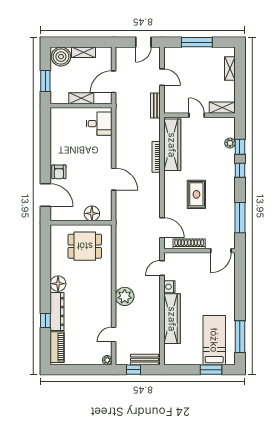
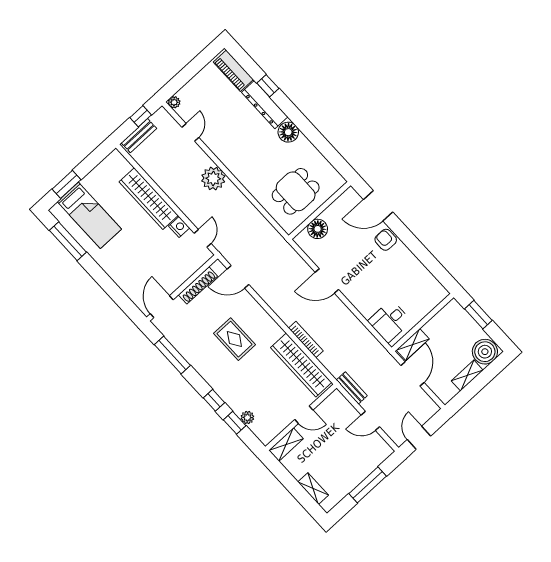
shelving: (81, 98) -> (413, 344), moved

